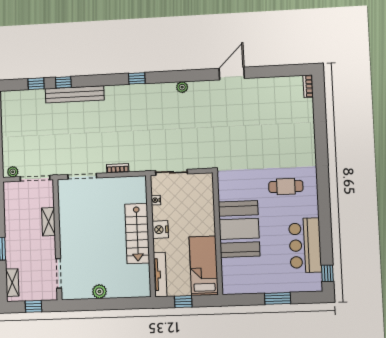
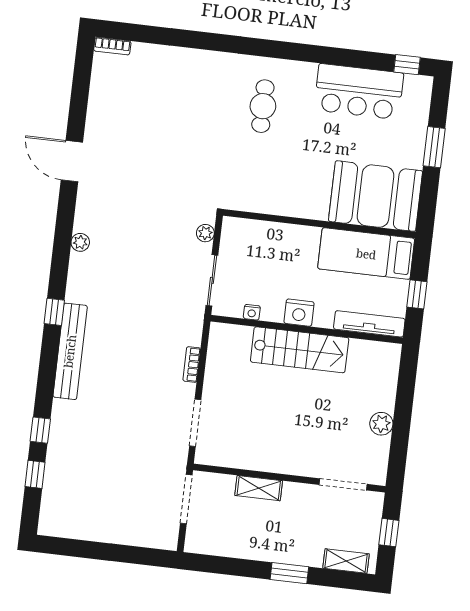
bench: (75, 94) -> (70, 351), moved
plant: (13, 172) -> (205, 233), moved
booth: (239, 229) -> (376, 196), moved

